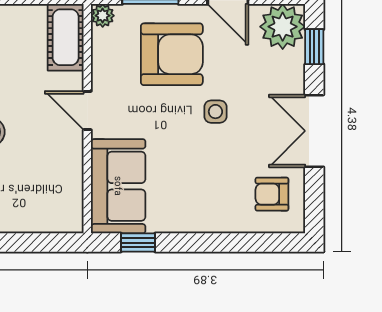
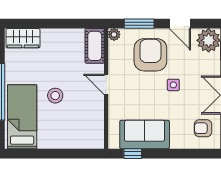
armchair: (172, 54) -> (150, 55), turned -90
sofa: (118, 186) -> (145, 135), moved, turned -90

